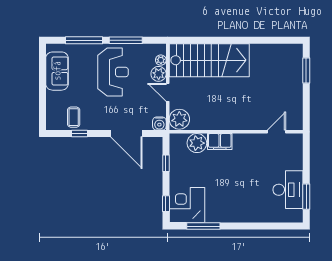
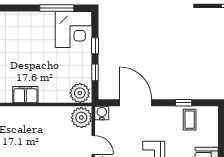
filing cabinet: (220, 142) -> (25, 95), moved
plant: (197, 143) -> (80, 93), moved
window: (166, 204) -> (95, 46), moved

